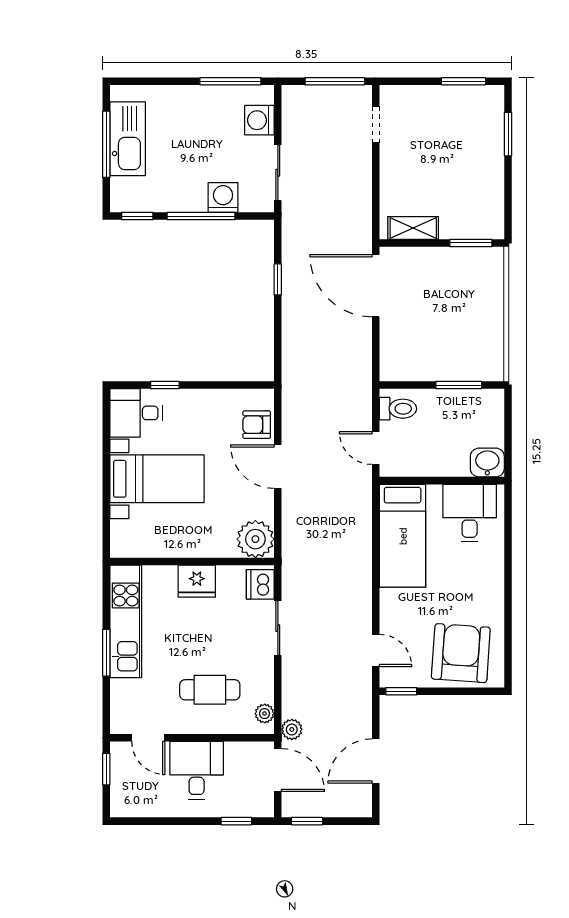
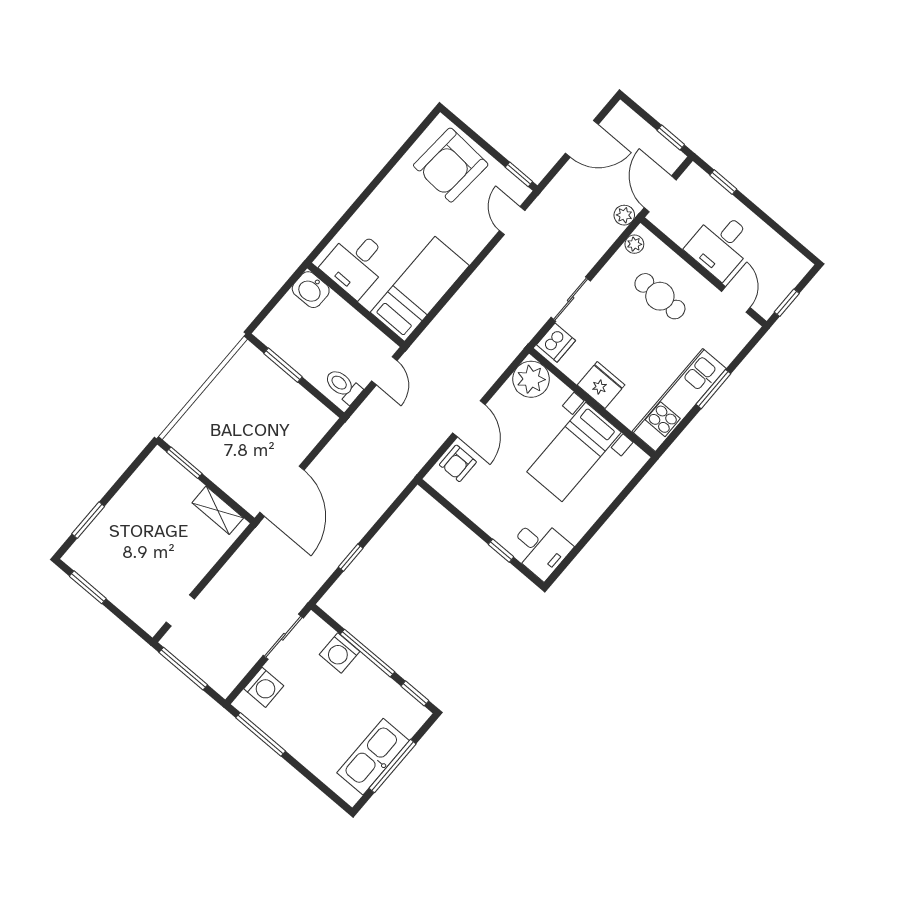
armchair: (257, 425) -> (458, 463), turned 90
bed with nightstands: (157, 479) -> (574, 452), moved, turned -90

